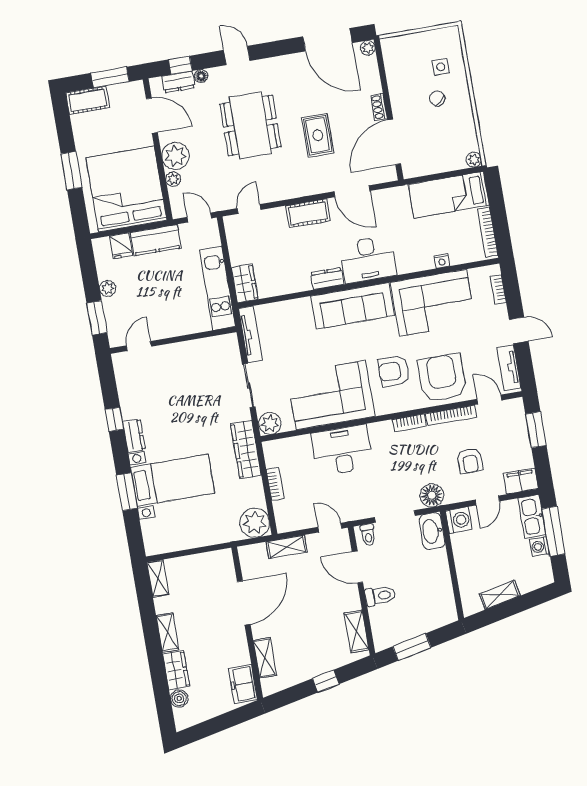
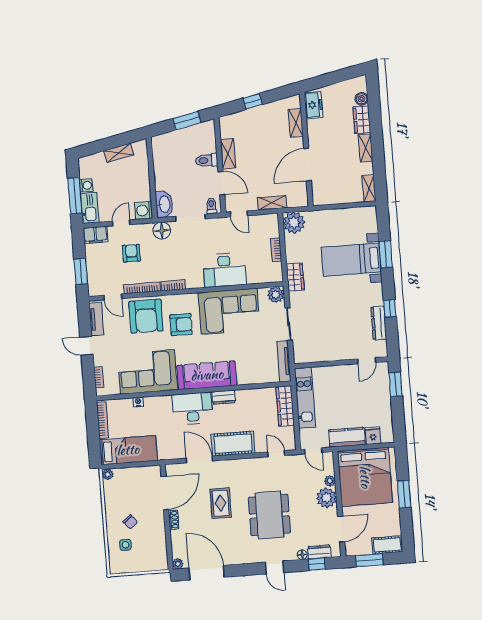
door: (152, 116) -> (341, 529), swing flipped
door: (249, 209) -> (276, 454), swing flipped
cot: (308, 213) -> (233, 444), width x1.37, depth x1.34
wardrobe: (245, 283) -> (285, 406), width x1.50
plant: (108, 288) -> (386, 405), removed
dresser: (134, 436) -> (379, 323), moved, width x1.44
wardrobe: (246, 450) -> (295, 277), width x0.67
shelving: (356, 631) -> (228, 154), moved

